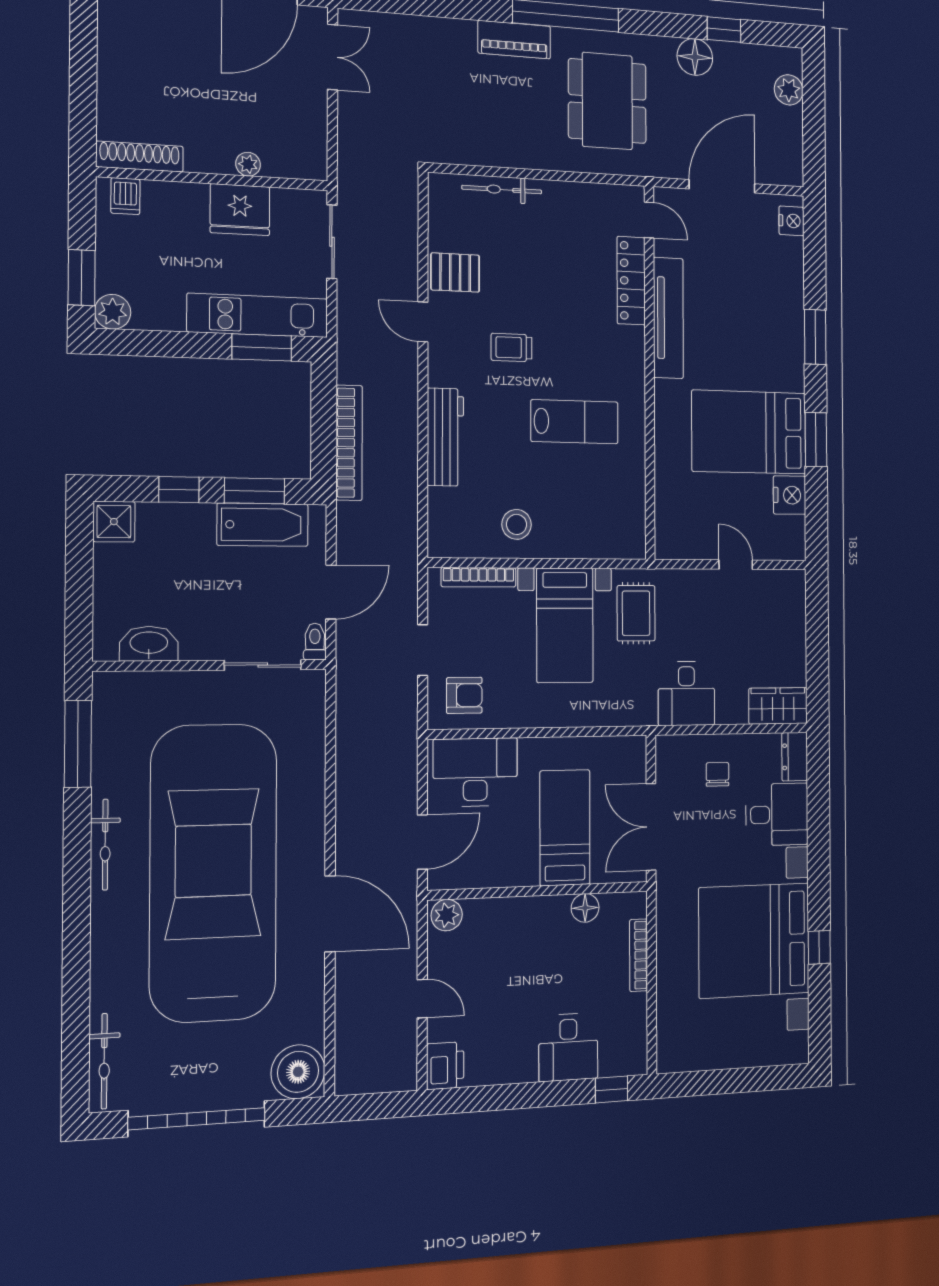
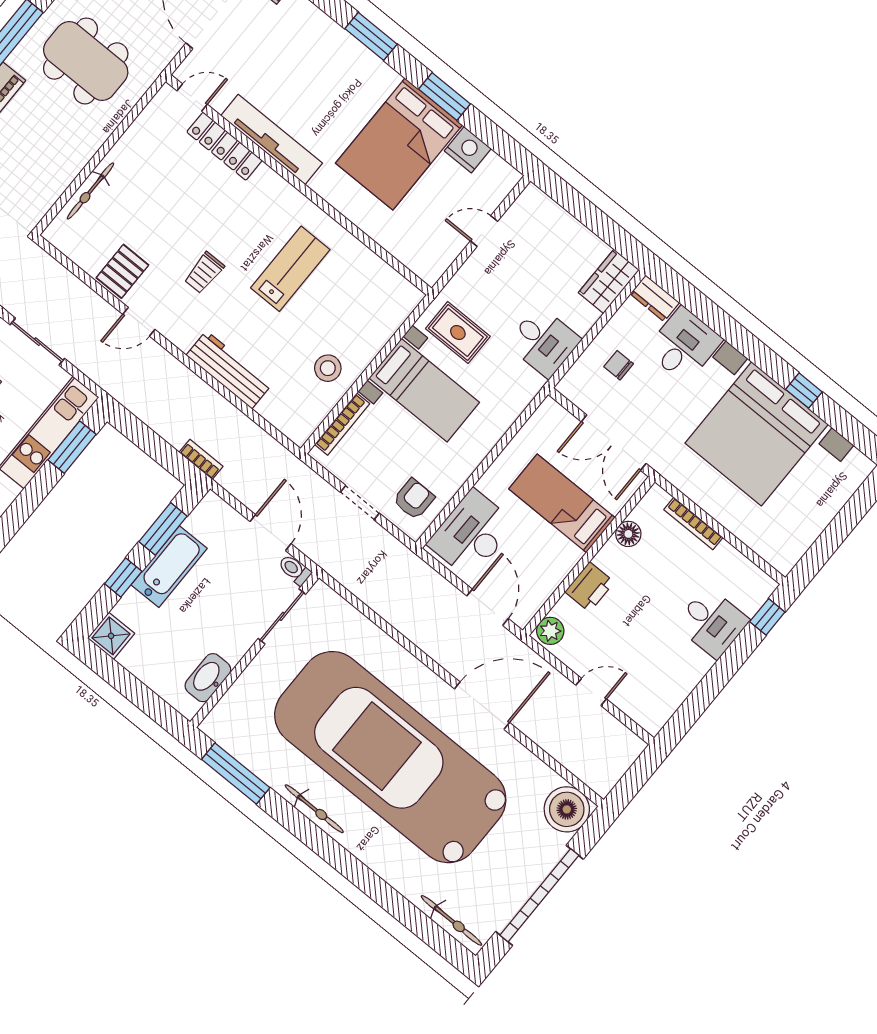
bookcase: (349, 443) -> (201, 459), width x0.43, depth x0.76
bathtub: (263, 525) -> (169, 567), moved
printer: (445, 1066) -> (590, 587), moved, turned 90

